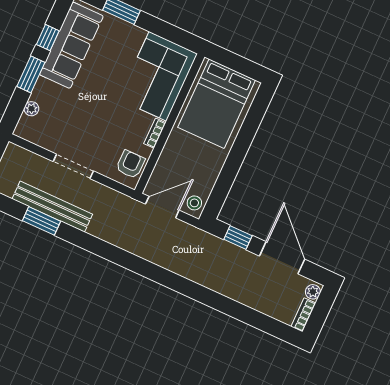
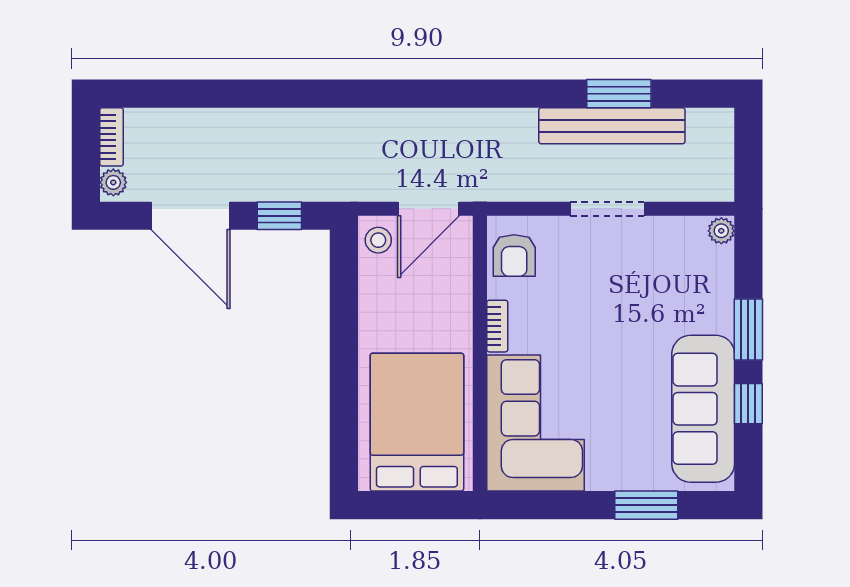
plant: (31, 109) -> (721, 231), moved

